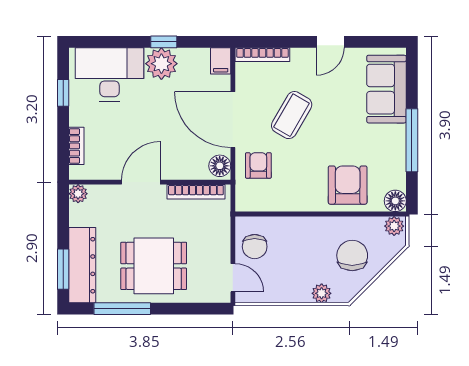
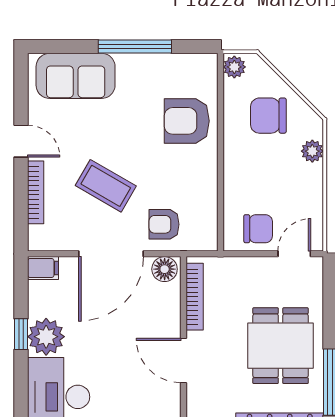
bookcase: (262, 55) -> (36, 192), moved
floor lamp: (395, 201) -> (205, 66), removed

